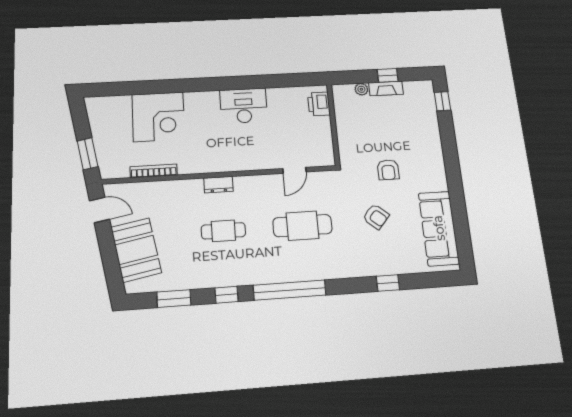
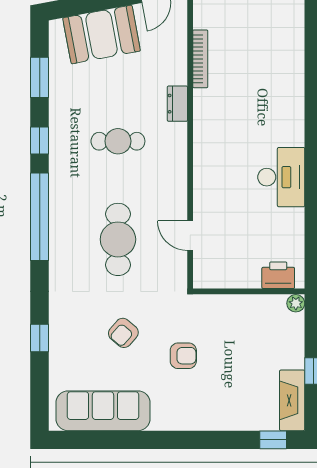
fireplace: (386, 88) -> (292, 400), moved, width x1.37, depth x1.32
plant: (361, 89) -> (296, 303), moved
corner desk: (158, 117) -> (272, 67), removed
armchair: (388, 170) -> (183, 356), turned 180
dresser: (219, 185) -> (177, 104), moved
cafe table: (223, 231) -> (118, 141), turned 90

